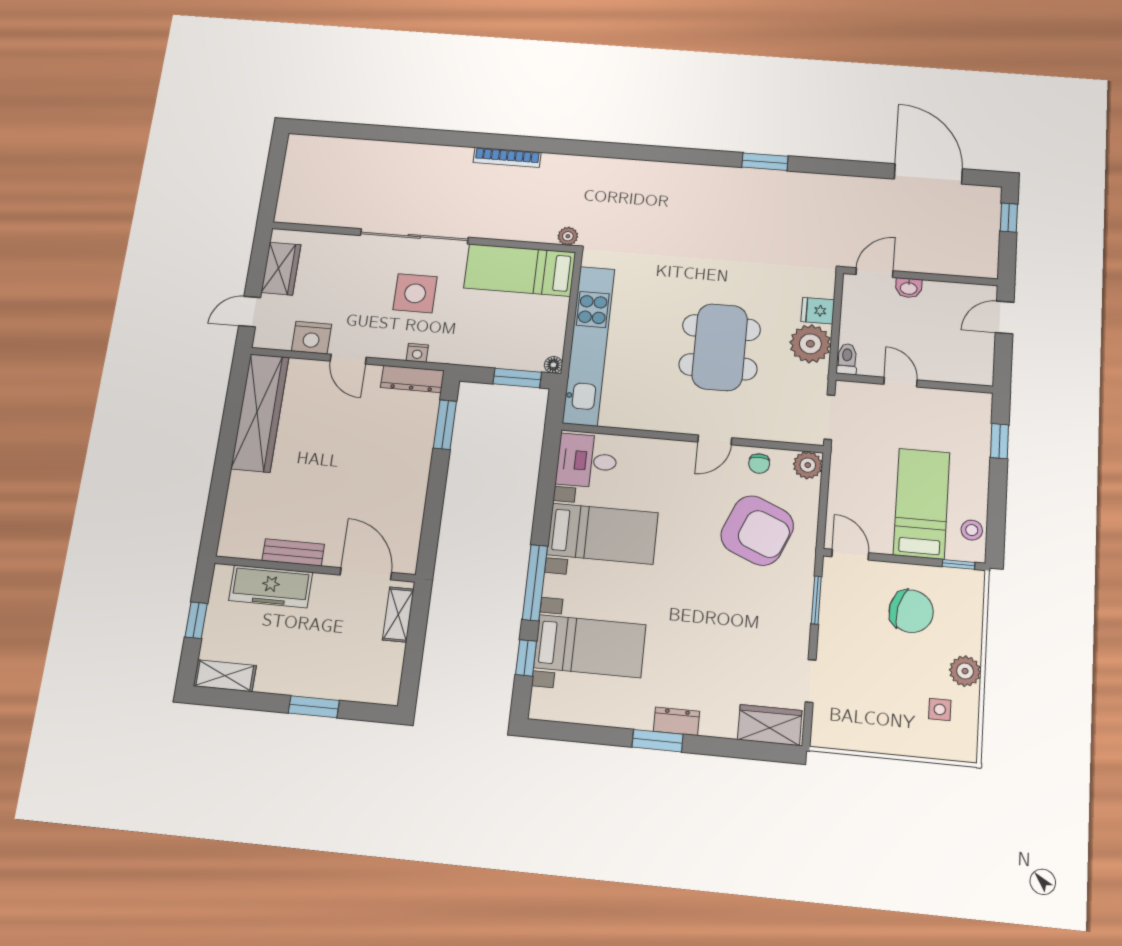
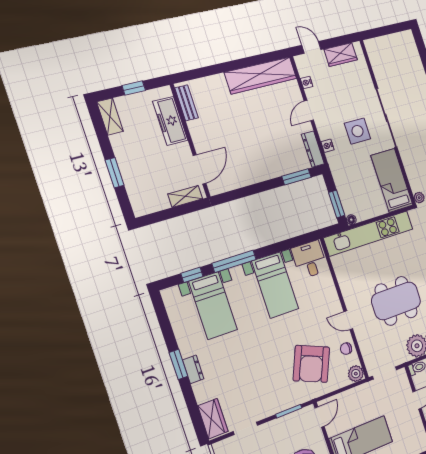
nightstand: (311, 338) -> (307, 82), width x0.53, depth x0.56
bench: (293, 552) -> (187, 103), moved

